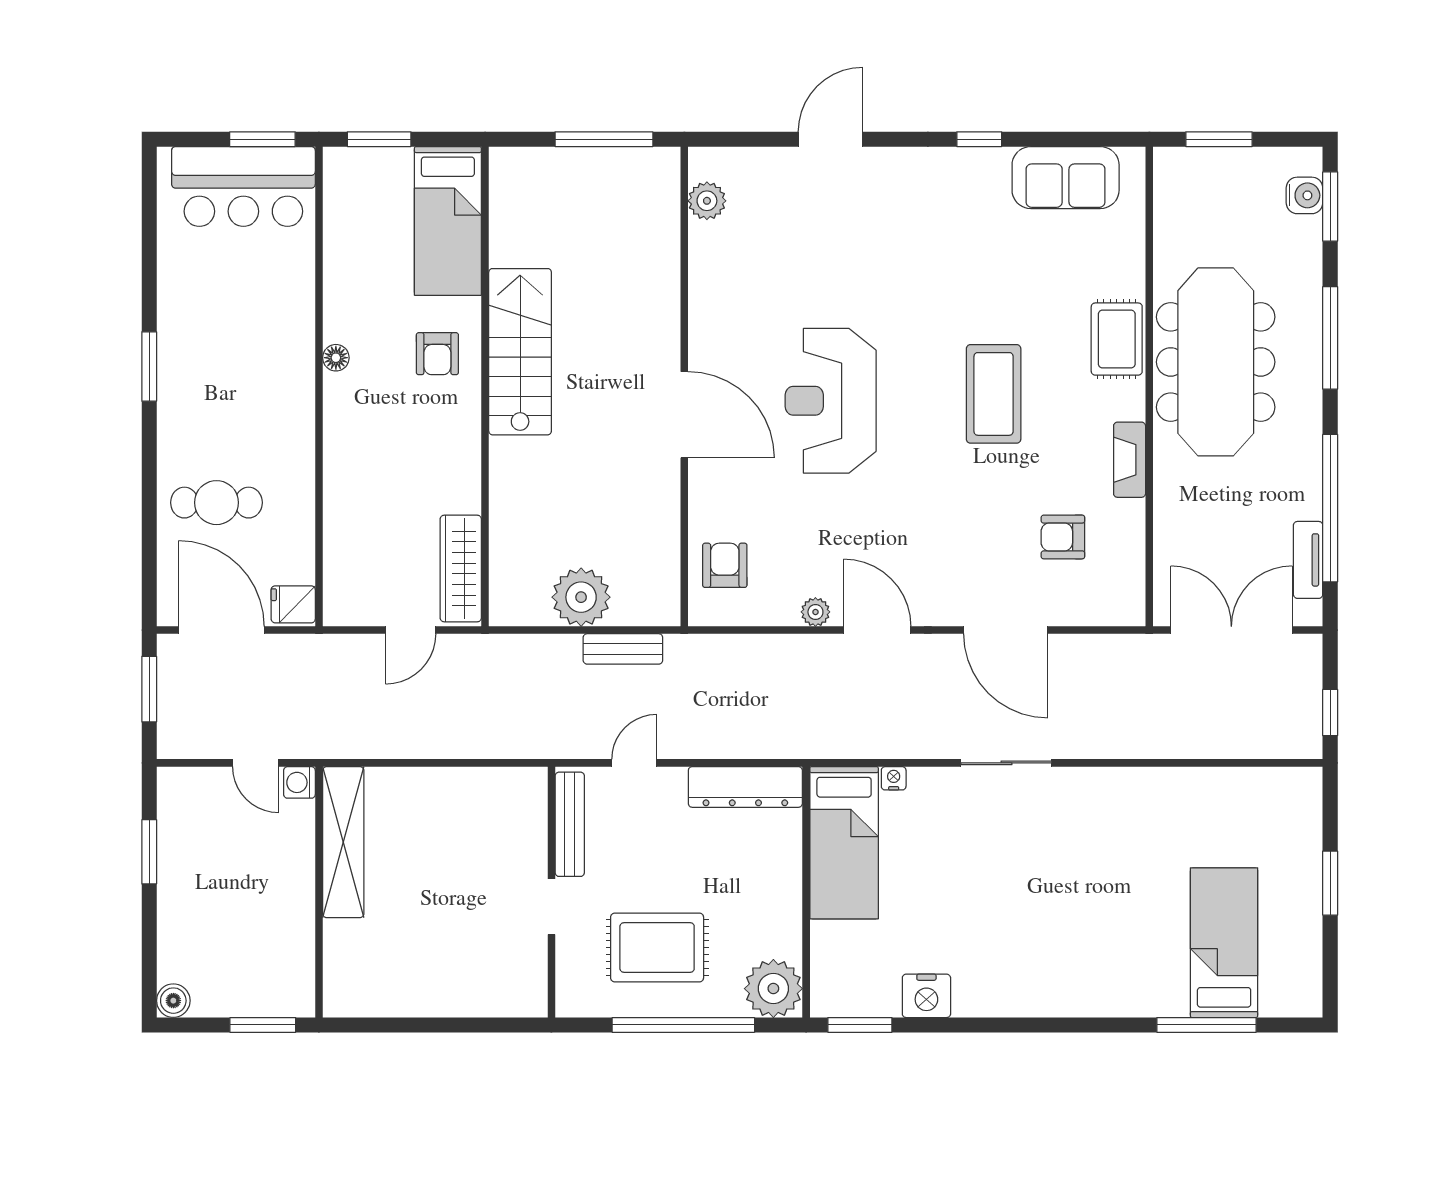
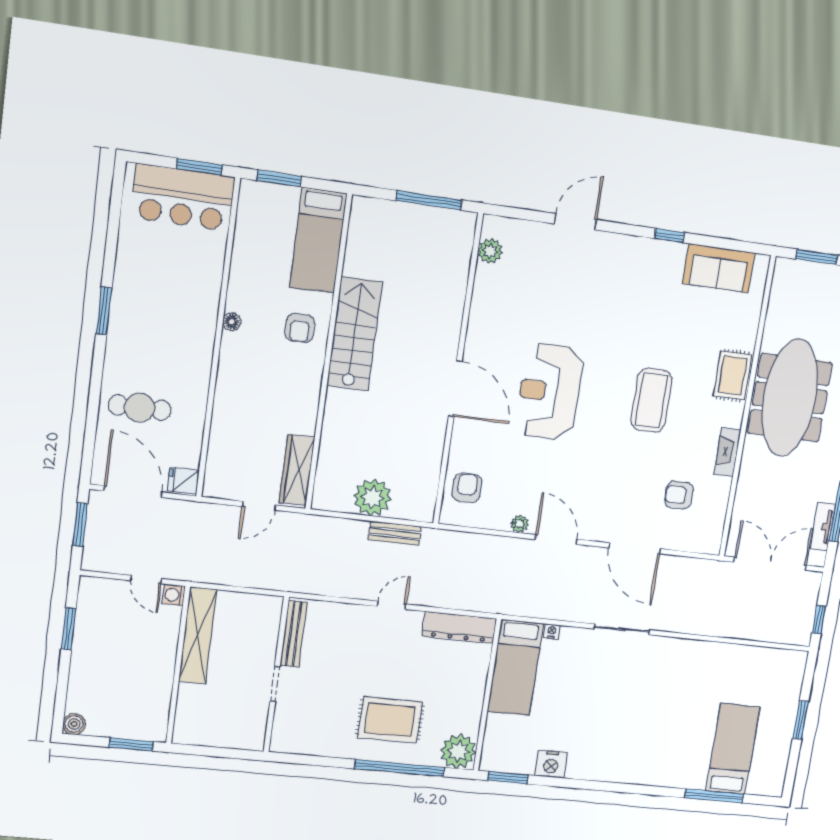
bench: (570, 824) -> (294, 634), moved
wall: (551, 892) -> (276, 675), moved
doorway: (551, 907) -> (275, 684), moved

